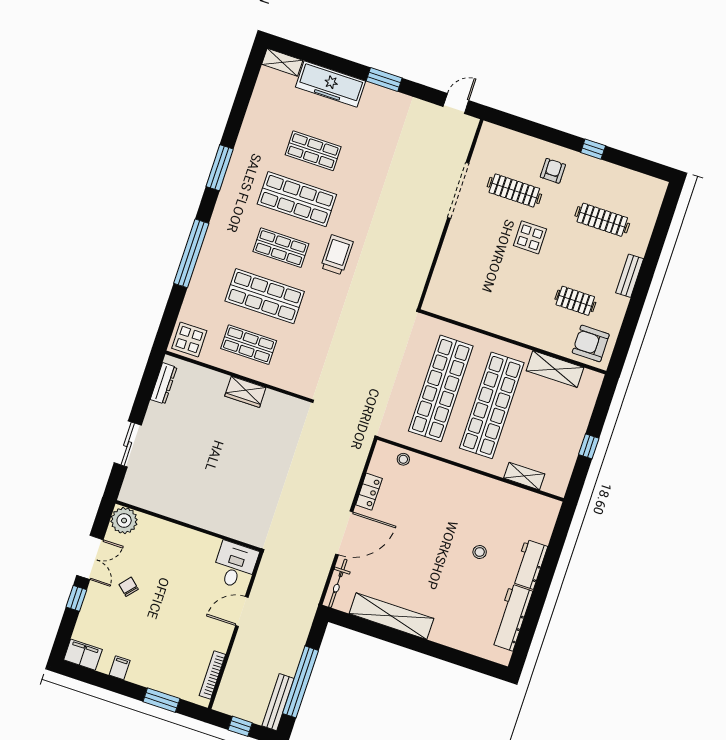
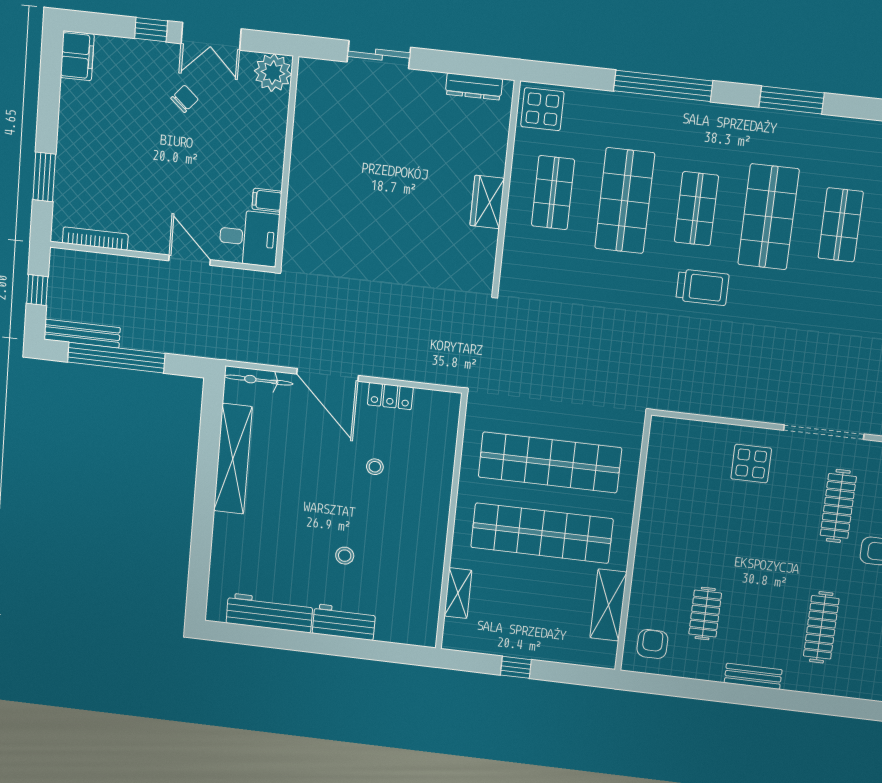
display table: (530, 237) -> (751, 464), moved
armchair: (591, 343) -> (652, 644), width x0.72, depth x0.72
stool: (403, 459) -> (375, 467), moved
filing cabinet: (120, 668) -> (267, 200), moved, turned 180

